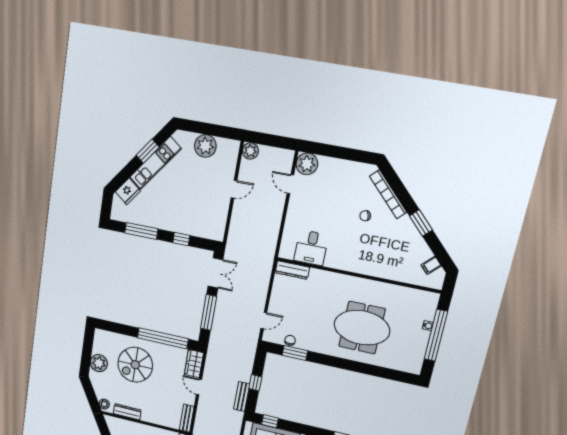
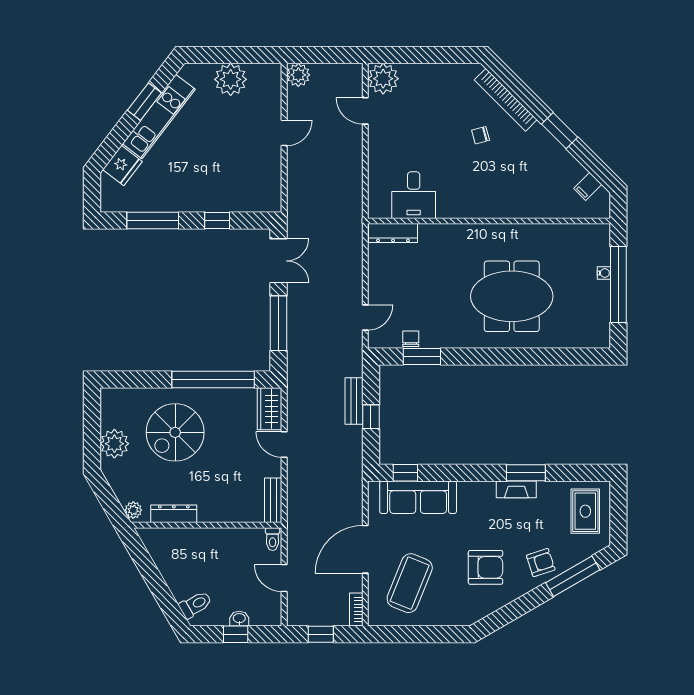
bench: (242, 397) -> (354, 401), moved

